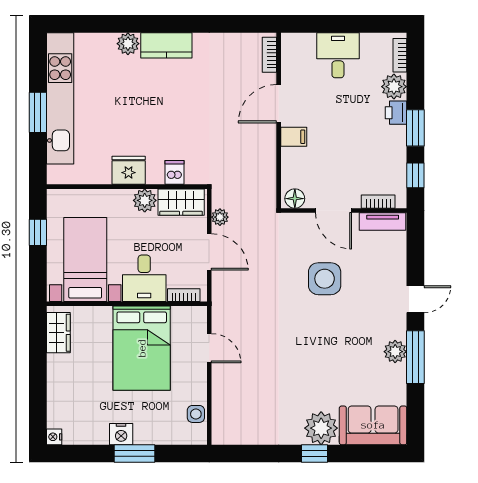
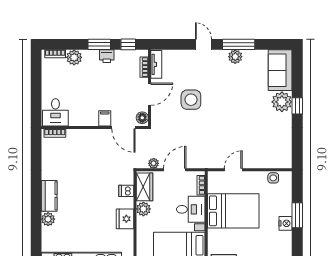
desk: (338, 55) -> (55, 112), moved, turned -90
door: (279, 104) -> (123, 128), moved
printer: (396, 113) -> (107, 56), moved

